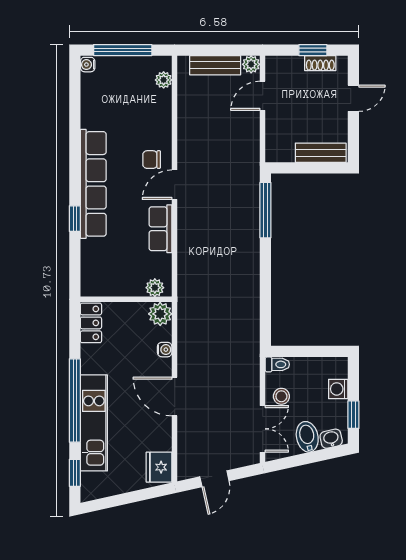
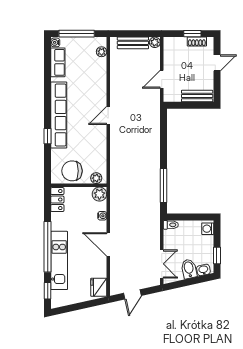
door: (263, 96) -> (162, 79), moved
chair: (152, 160) -> (72, 171), moved, width x1.87, depth x1.87
window: (265, 210) -> (163, 186), moved
row of seats: (160, 229) -> (58, 62), moved, turned 180
washing machine: (338, 389) -> (208, 229), moved
stool: (281, 396) -> (173, 244), removed

